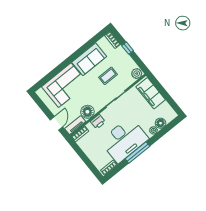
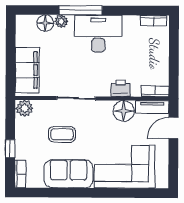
desk: (124, 140) -> (98, 34), width x0.73, depth x0.77
window: (137, 153) -> (81, 10), moved

